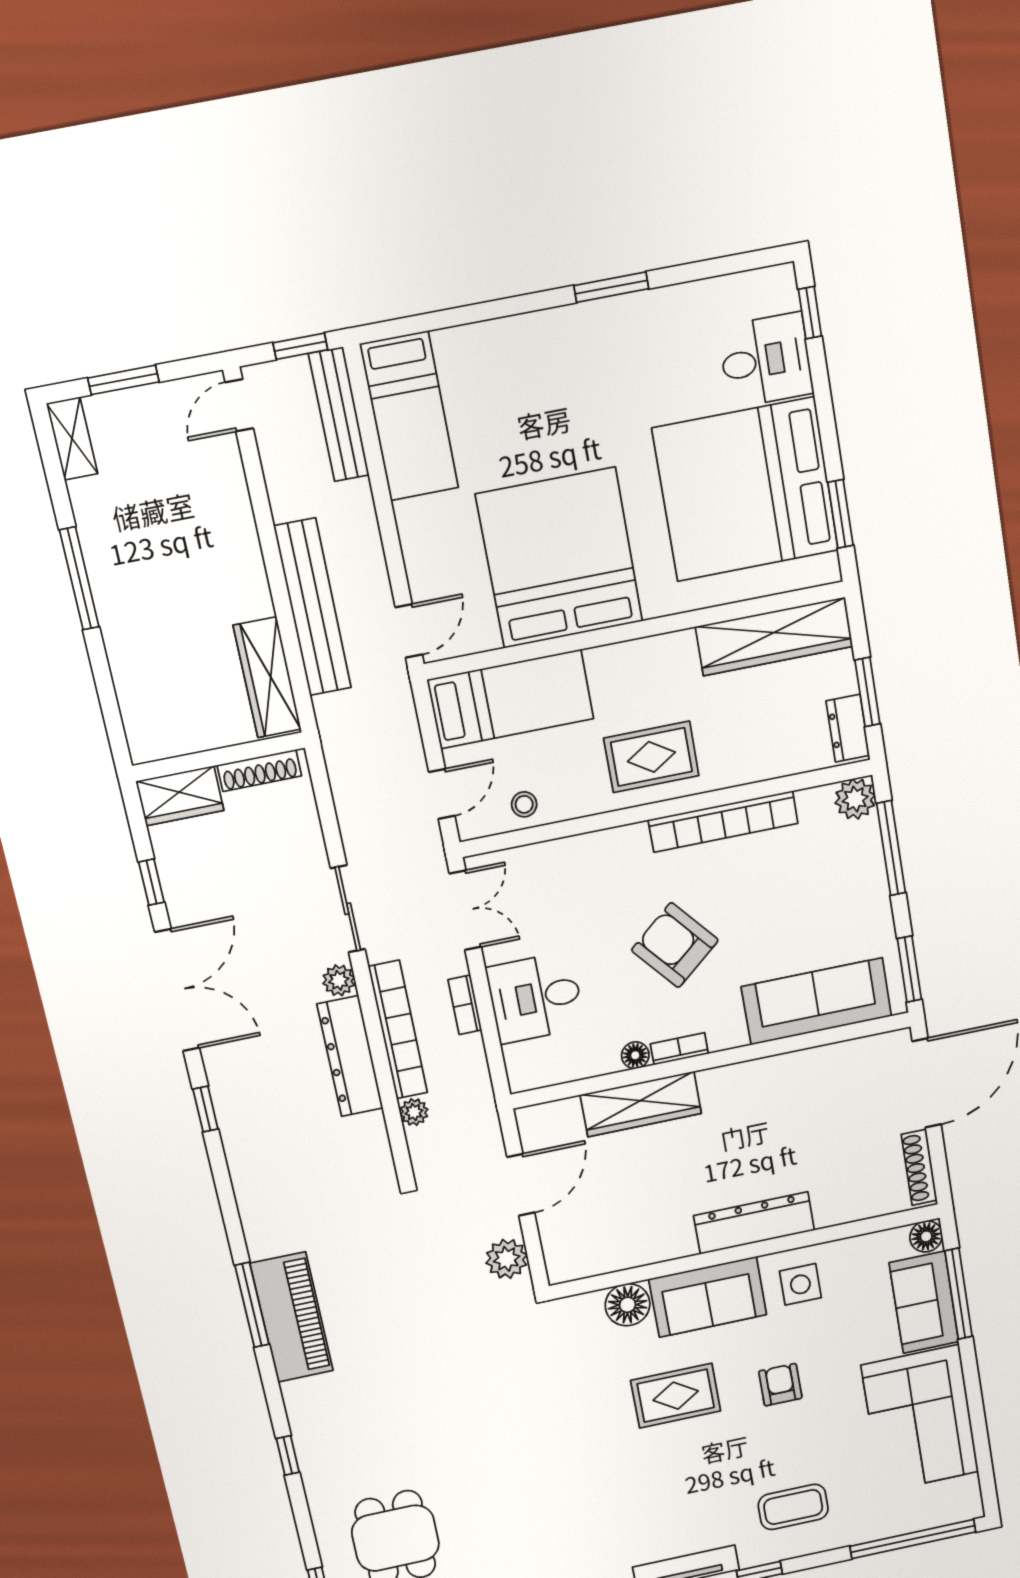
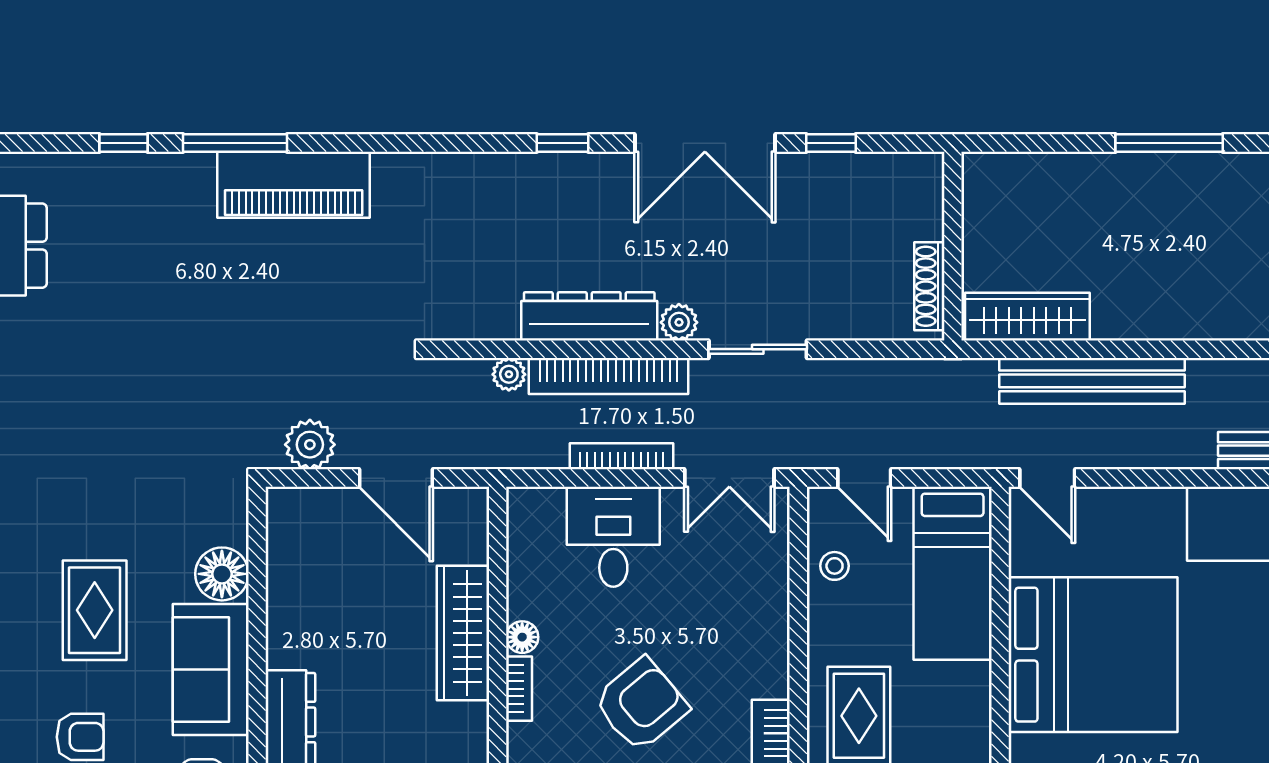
wardrobe: (180, 796) -> (919, 195), removed
bookcase: (465, 1005) -> (622, 456), width x1.56
window: (252, 1305) -> (235, 143), moved

